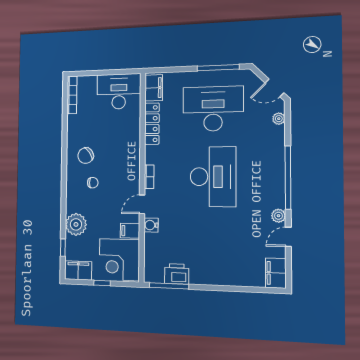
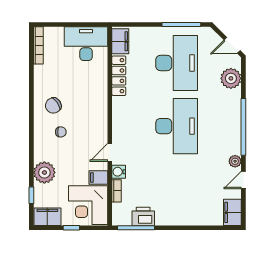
desk: (213, 109) -> (177, 63), turned 90
plant: (279, 119) -> (231, 78), width x1.87, depth x1.87
bookcase: (149, 177) -> (117, 191), moved

